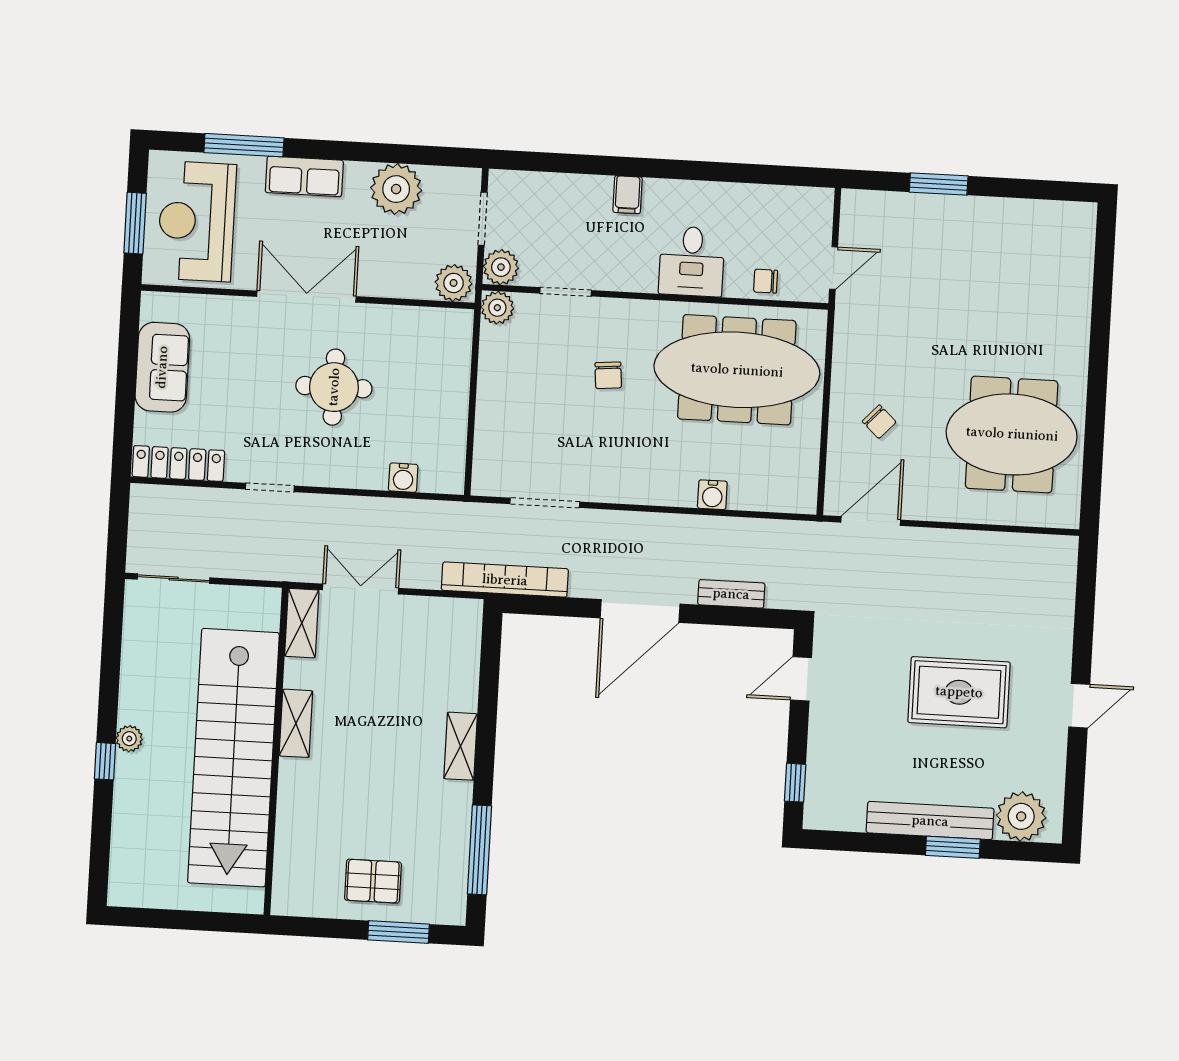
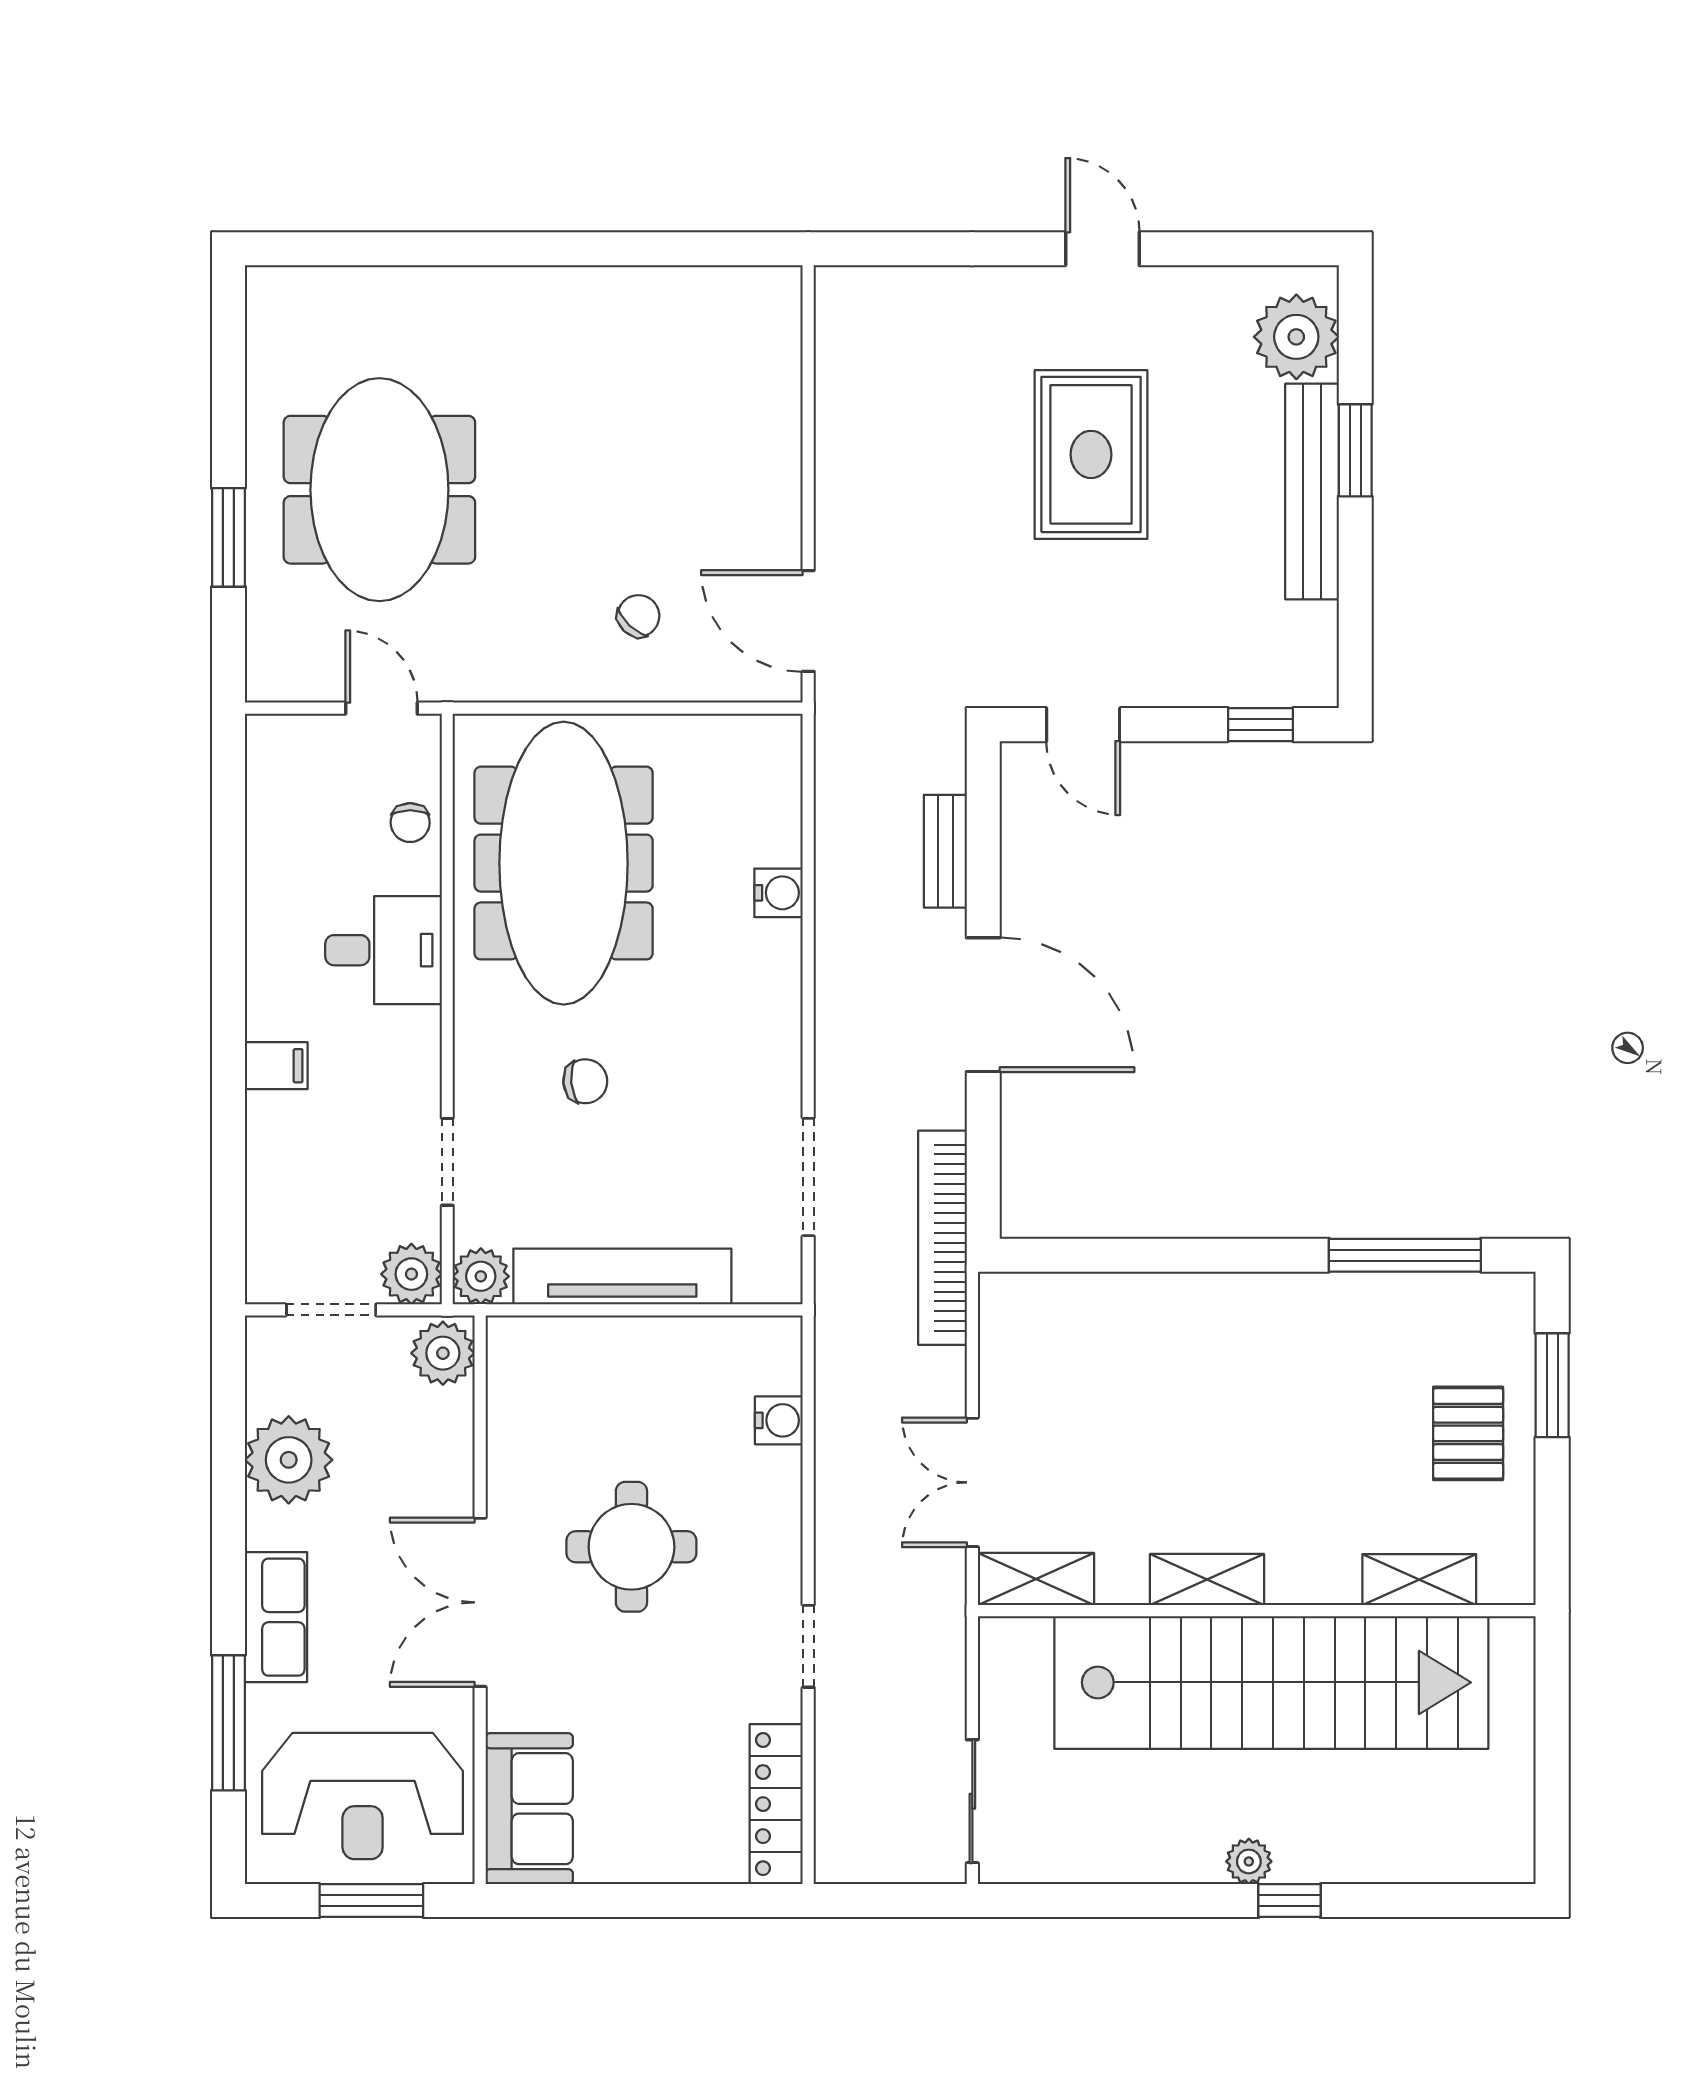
sofa: (162, 367) -> (529, 1809), moved, turned 90
tv unit: (493, 391) -> (622, 1276), added
meeting table: (1012, 434) -> (379, 490), moved
shelving: (461, 746) -> (1419, 1580), moved

